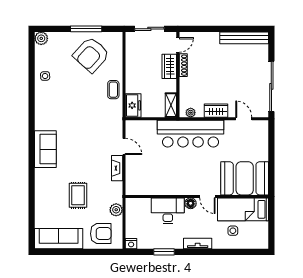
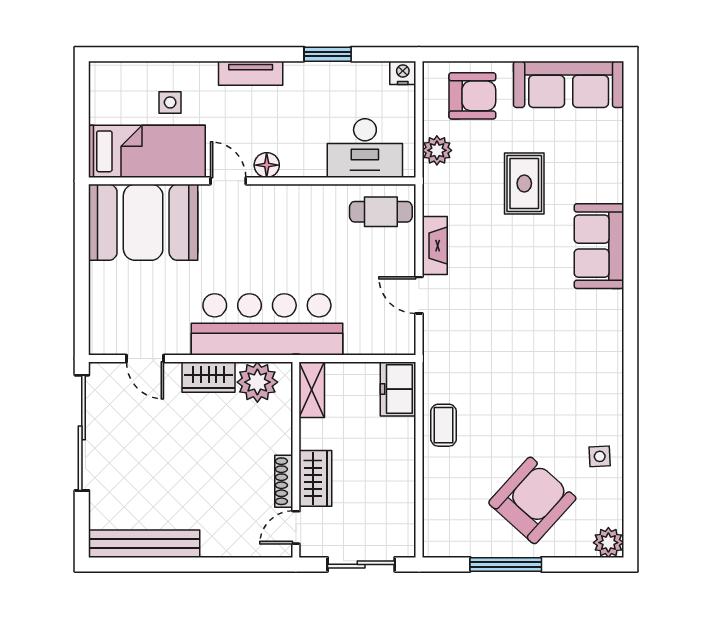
armchair: (91, 55) -> (532, 500), moved
plant: (191, 113) -> (257, 382), width x1.88, depth x1.88
sofa: (45, 149) -> (599, 246), moved
cafe table: (141, 183) -> (381, 212), added
desk: (168, 211) -> (365, 148), moved
armchair: (101, 234) -> (472, 96), turned 180

